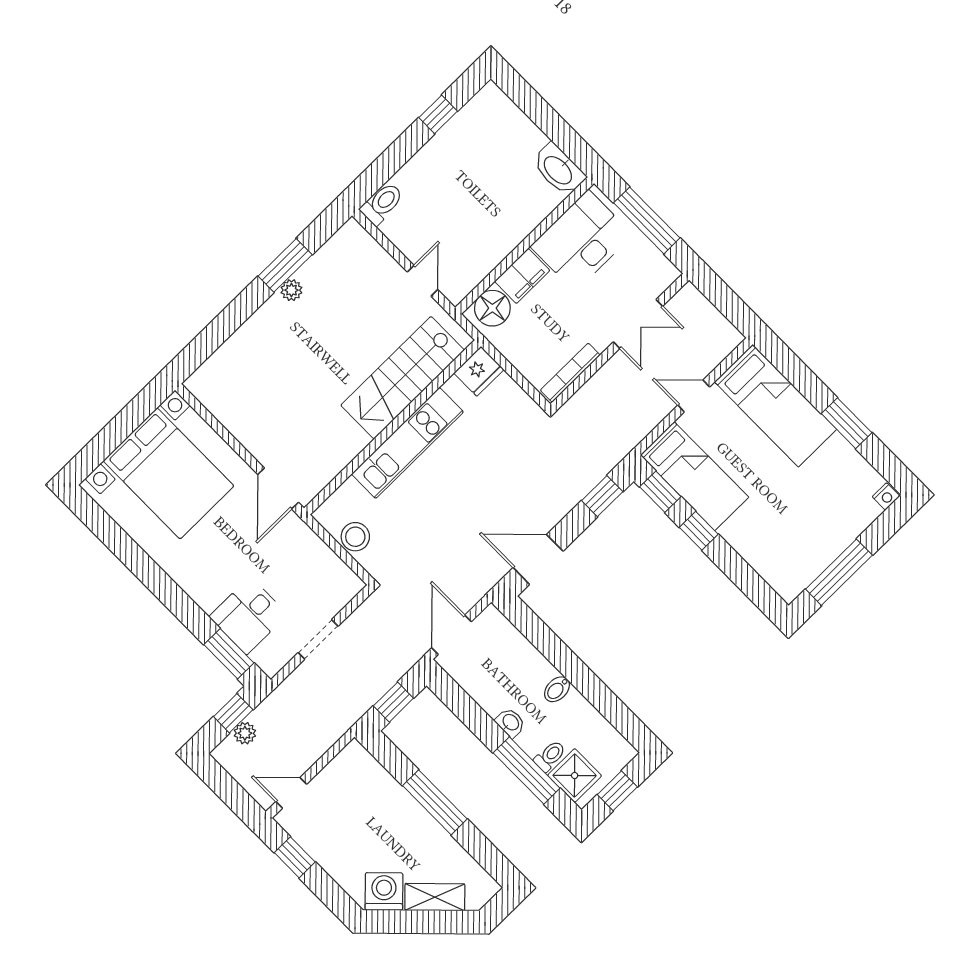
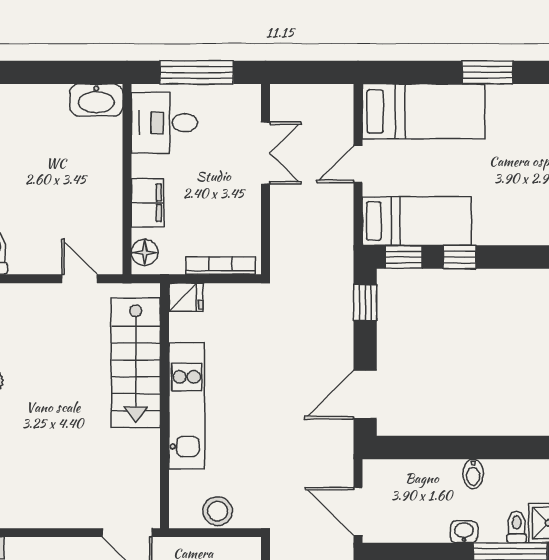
desk: (582, 241) -> (164, 123), width x0.73
floor lamp: (492, 308) -> (145, 252), width x0.73, depth x0.73
fridge: (479, 371) -> (186, 297), width x0.72
bookcase: (570, 373) -> (221, 265), moved, turned 90

